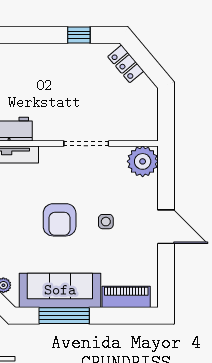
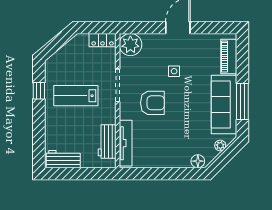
locker: (126, 64) -> (103, 40), moved, turned 40
lab bench: (72, 86) -> (76, 96), added
armchair: (60, 220) -> (152, 103), moved

